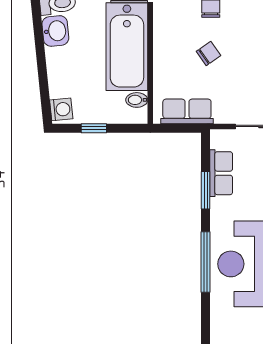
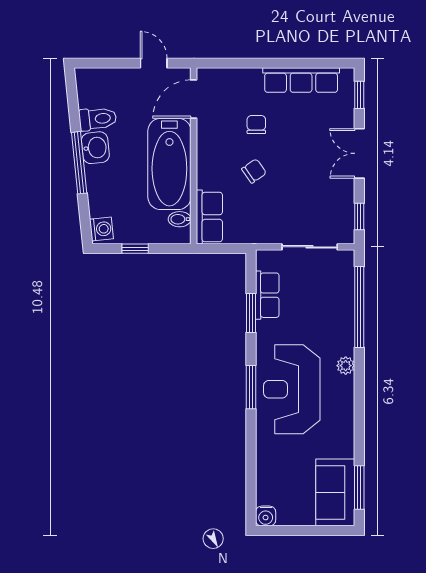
window: (40, 45) -> (79, 163), added
row of seats: (187, 111) -> (209, 217), moved, turned 90
window: (206, 262) -> (251, 387), width x0.69

